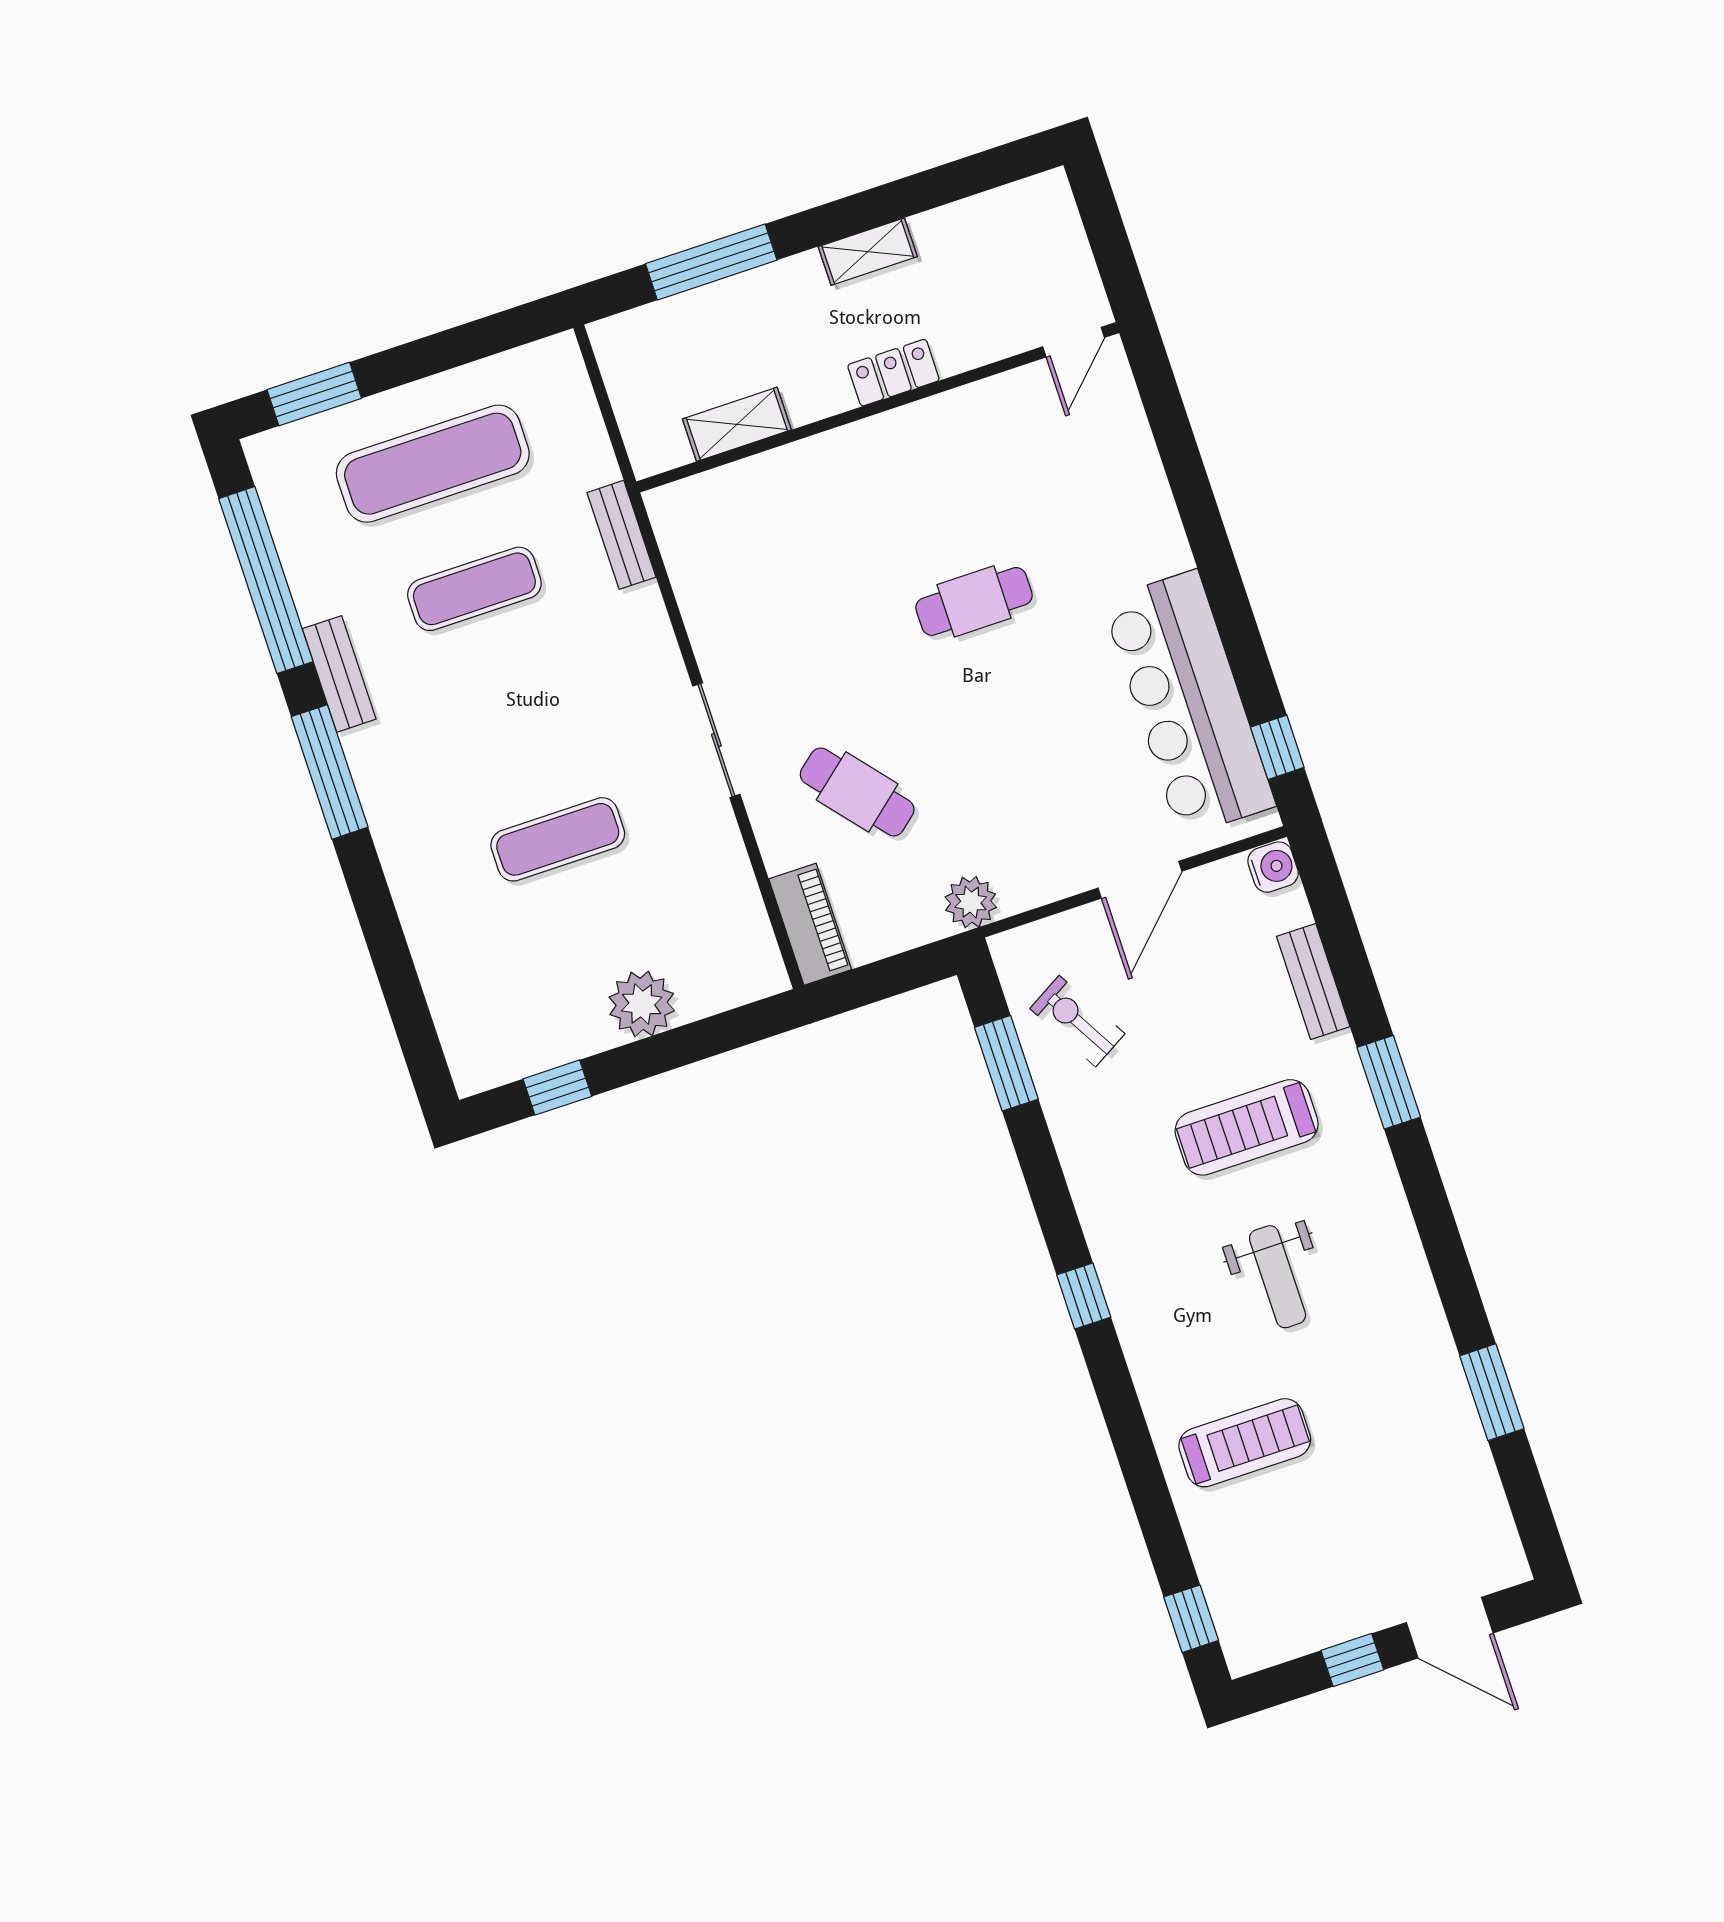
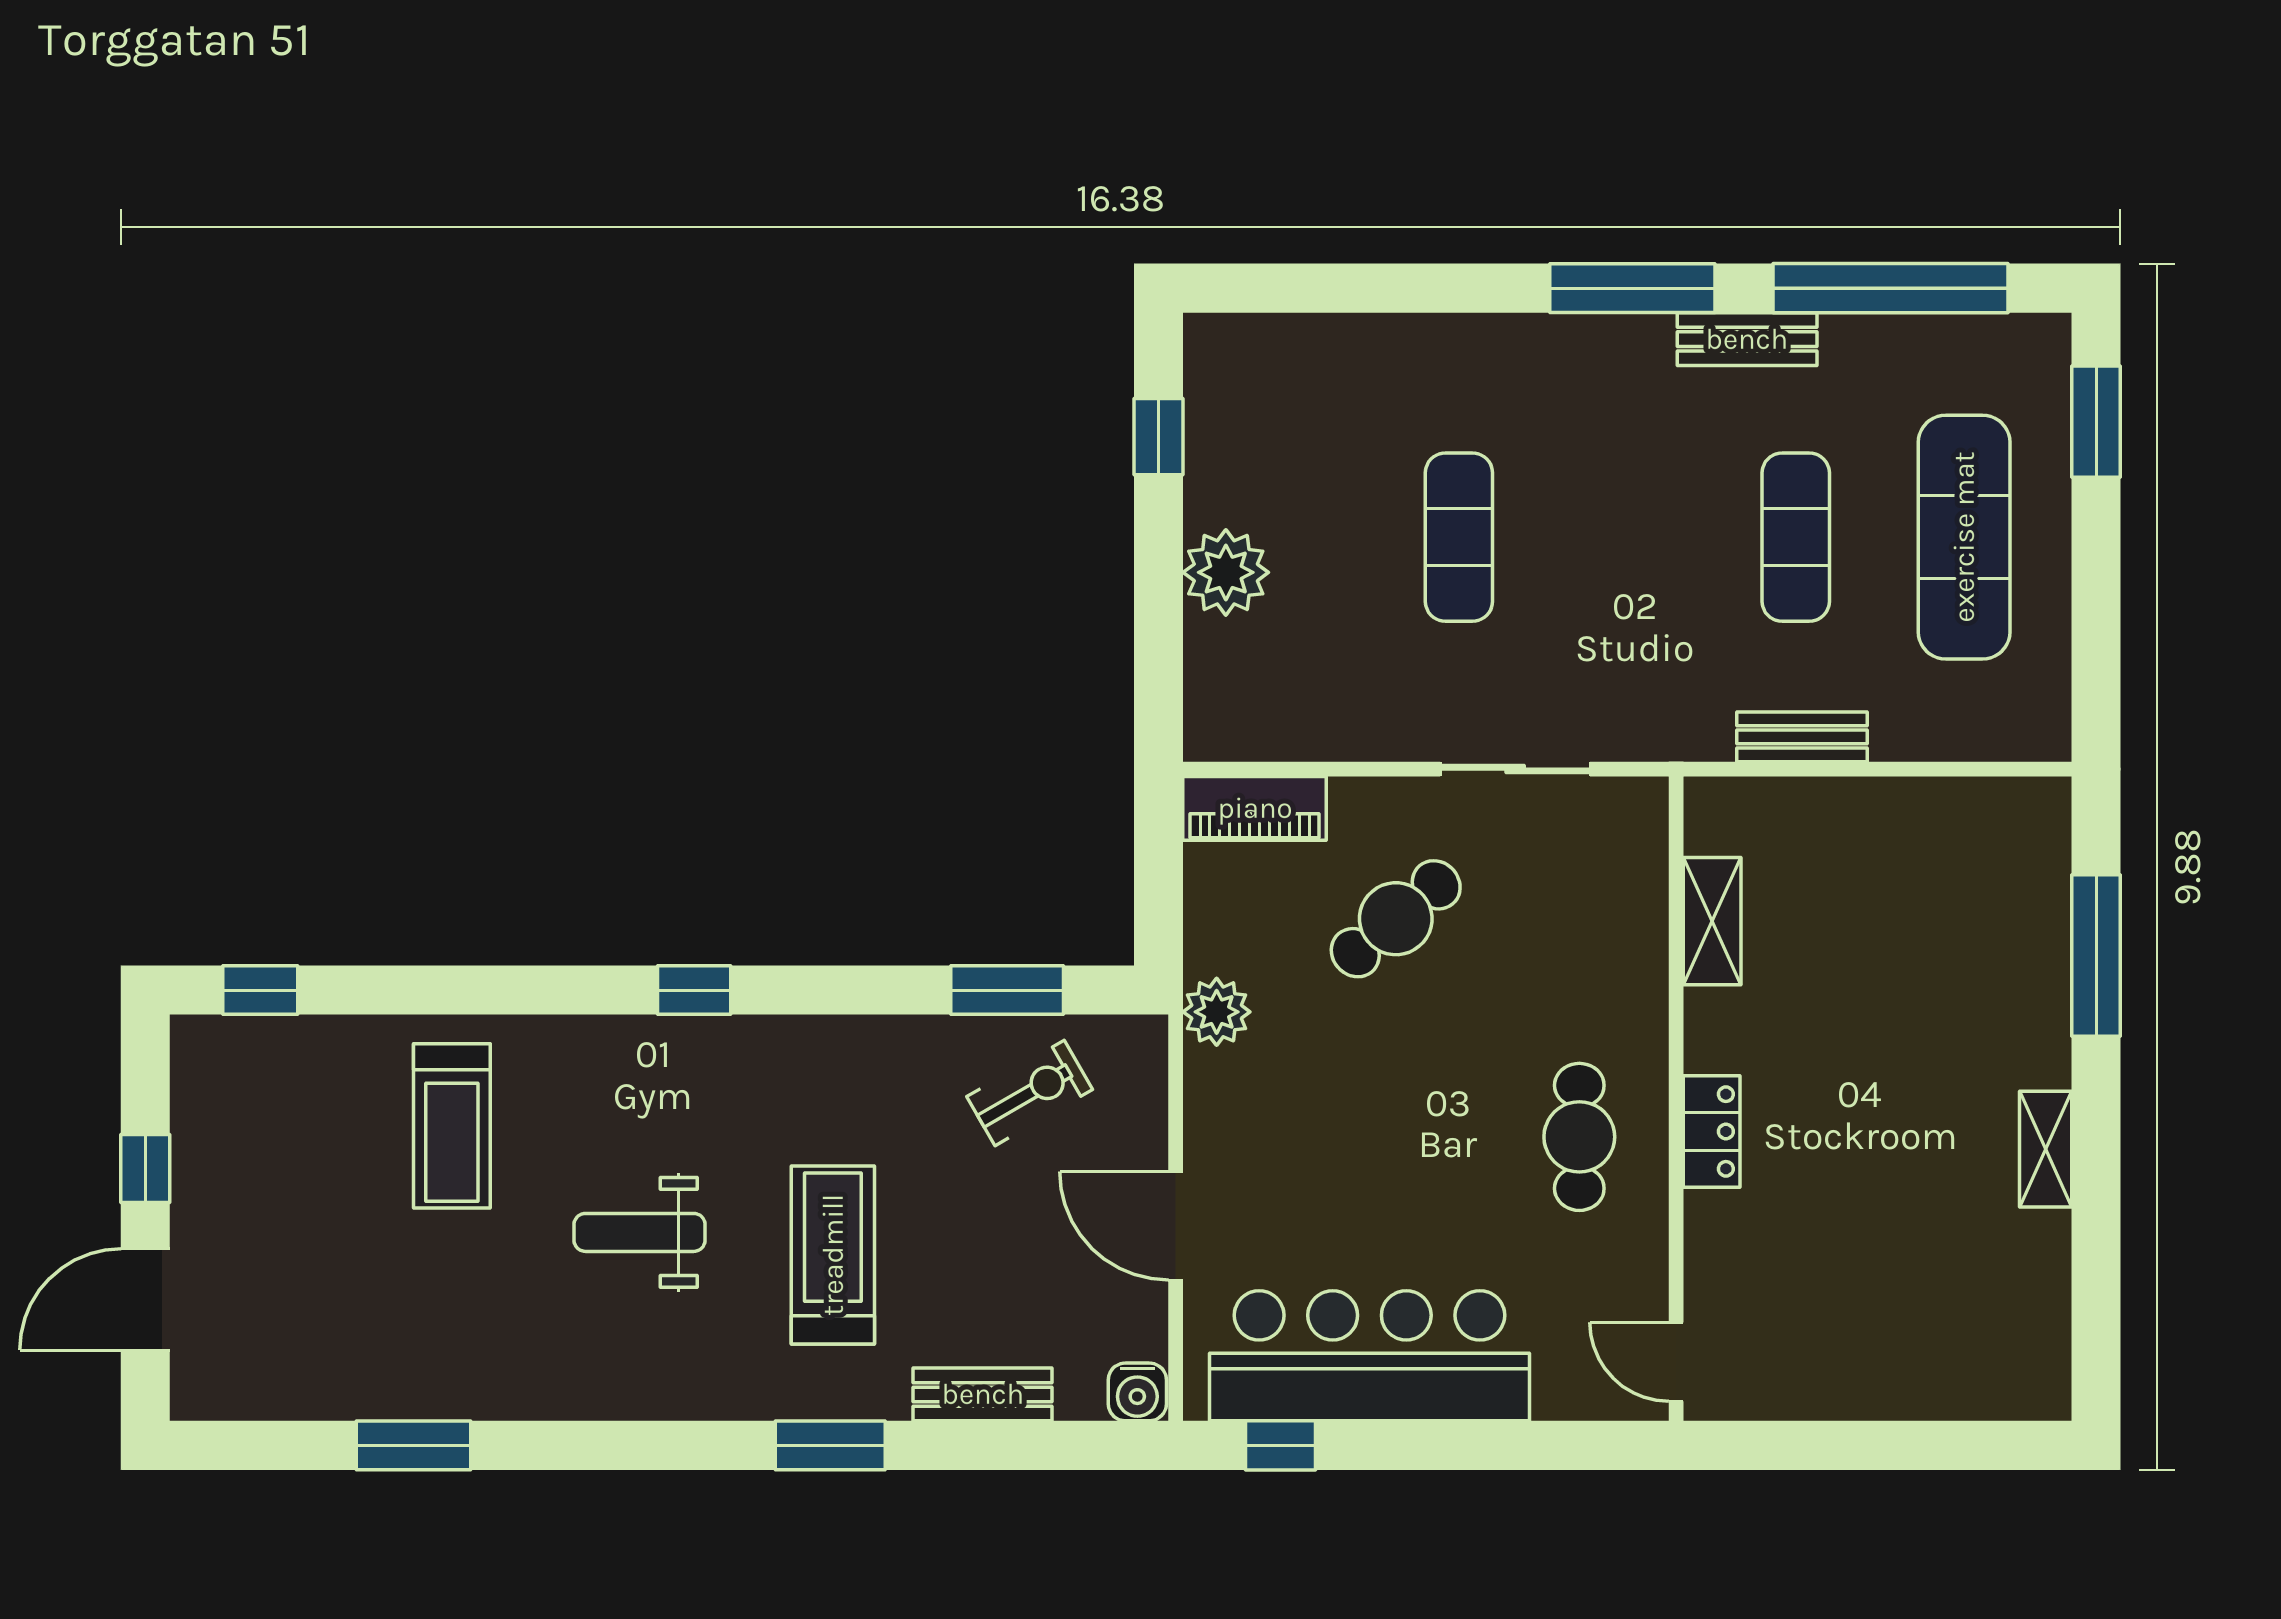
door: (1074, 342) -> (1676, 1362), moved
locker: (893, 373) -> (1712, 1131), moved
wall: (878, 407) -> (1676, 1099), moved
shelving: (737, 424) -> (1712, 921), moved

